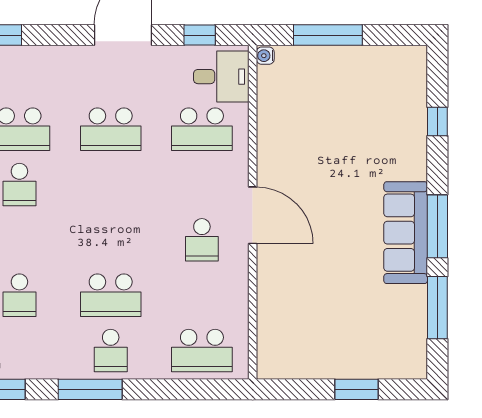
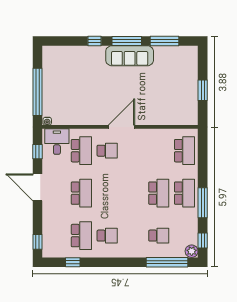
window: (328, 35) -> (38, 92), width x1.46
window: (437, 121) -> (94, 41), moved
school desk: (202, 240) -> (107, 151), moved
school desk: (111, 351) -> (185, 193), width x1.85
window: (357, 389) -> (203, 90), moved

